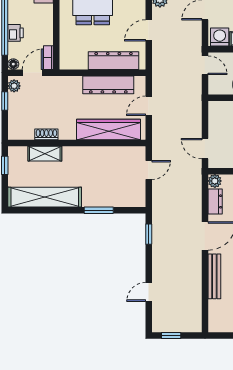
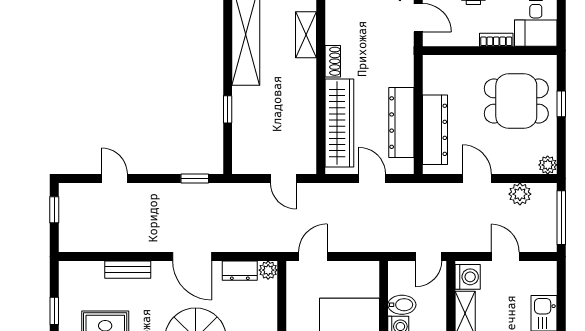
bookcase: (48, 58) -> (496, 40), moved
shoe rack: (46, 134) -> (333, 61), moved
window: (99, 210) -> (228, 109), width x0.67
bench: (214, 276) -> (128, 270), width x0.73

